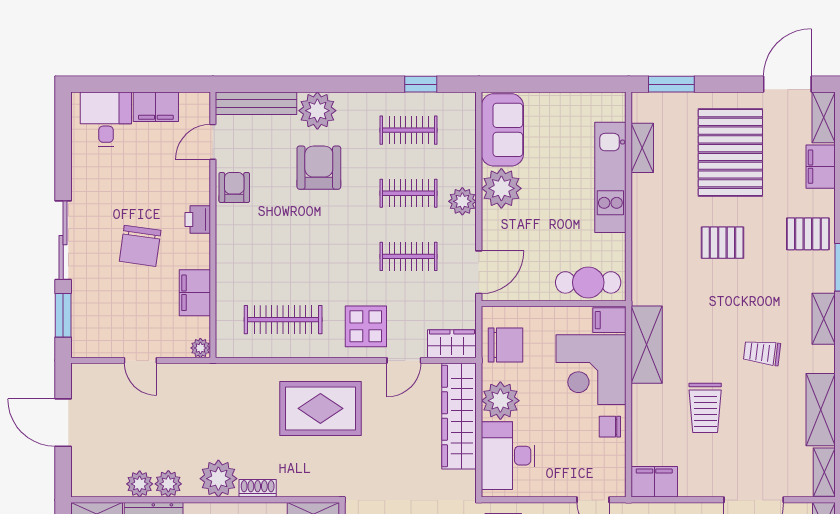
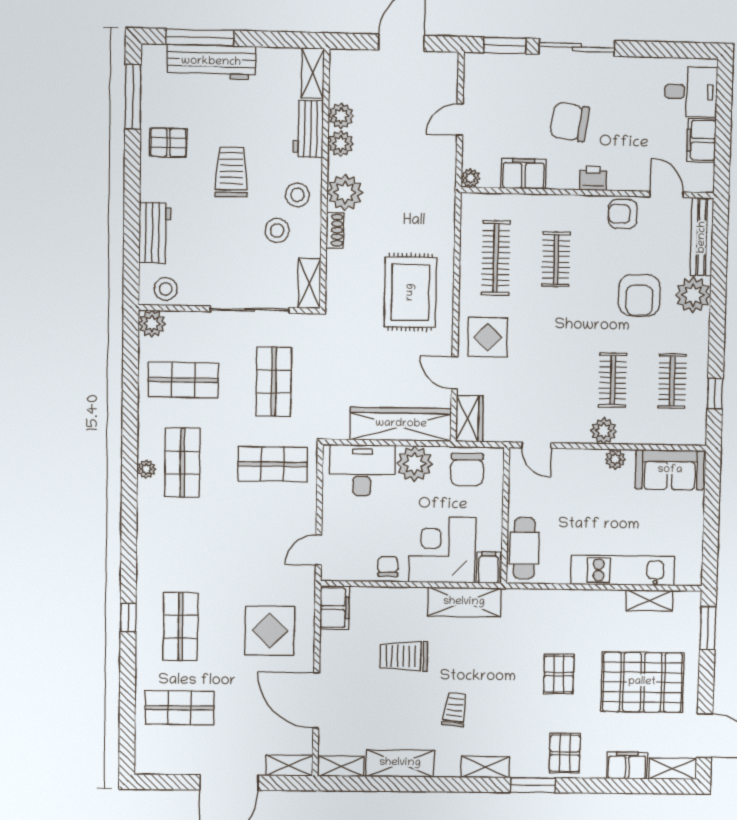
armchair: (319, 168) -> (639, 295), turned 90
armchair: (234, 187) -> (623, 214), turned 180
plant: (501, 188) -> (615, 459), width x0.53, depth x0.53
clothes rail: (409, 256) -> (556, 259), moved
door: (479, 272) -> (536, 445), width x0.73

